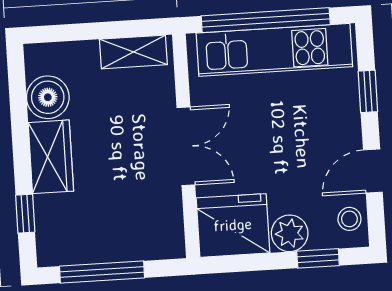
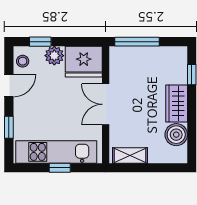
window: (266, 20) -> (60, 168), width x0.32
window: (102, 272) -> (137, 42), moved

